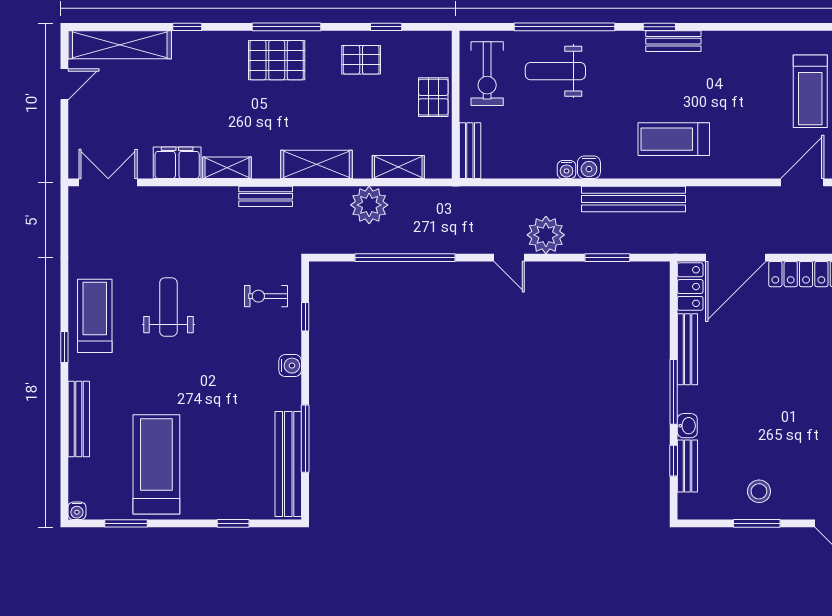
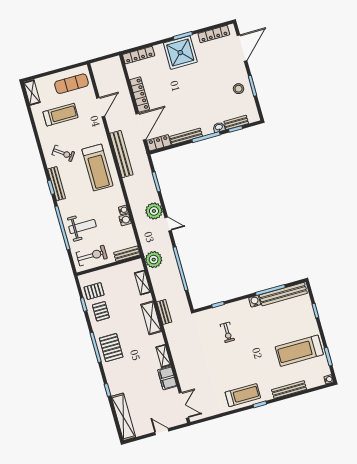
bench: (673, 41) -> (57, 184), width x1.36
weight bench: (555, 71) -> (82, 227), turned -90
exercise bike: (725, 74) -> (63, 153), added
door: (64, 84) -> (162, 432), moved
pallet: (433, 97) -> (94, 291), moved
treadmill: (674, 139) -> (97, 168), width x1.37, depth x1.38
water cooler: (589, 167) -> (125, 220), moved
double door: (108, 182) -> (184, 405), swing flipped
door: (802, 182) -> (101, 107), swing flipped
bench: (266, 196) -> (164, 312), moved
bench: (633, 199) -> (121, 154), moved
plant: (369, 205) -> (154, 260), moved
door: (509, 258) -> (168, 224), hinge flipped
door: (736, 258) -> (141, 127), hinge flipped
exercise bike: (266, 296) -> (227, 332), moved
weight bench: (168, 307) -> (230, 364), removed
treadmill: (95, 316) -> (243, 395), turned 180
water cooler: (290, 366) -> (255, 301), moved

